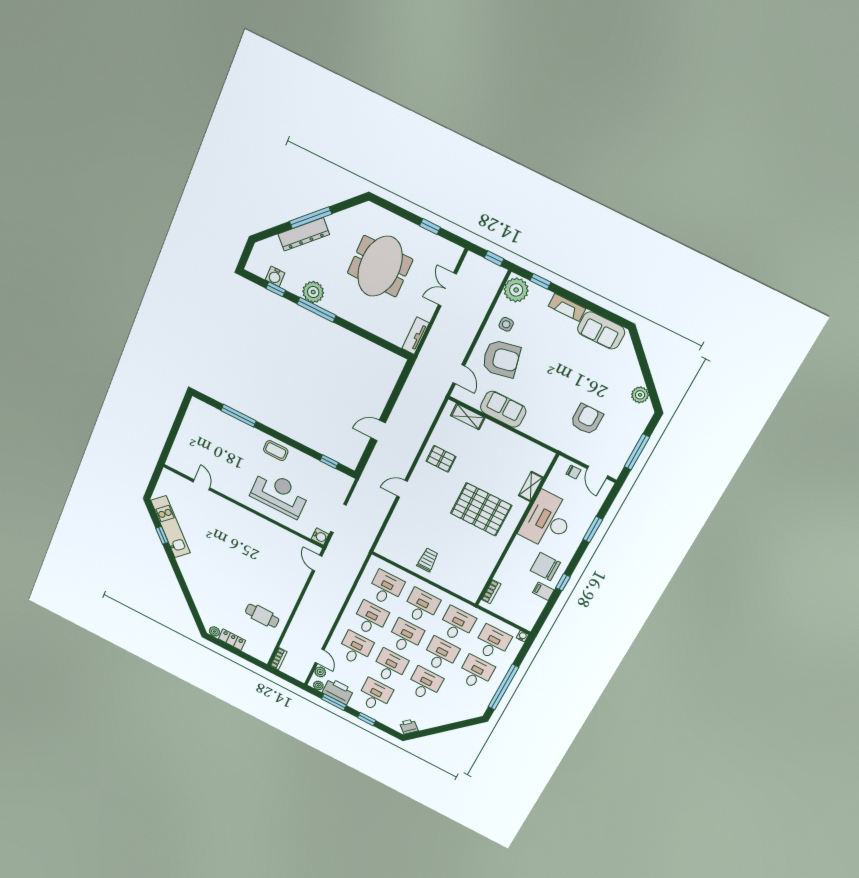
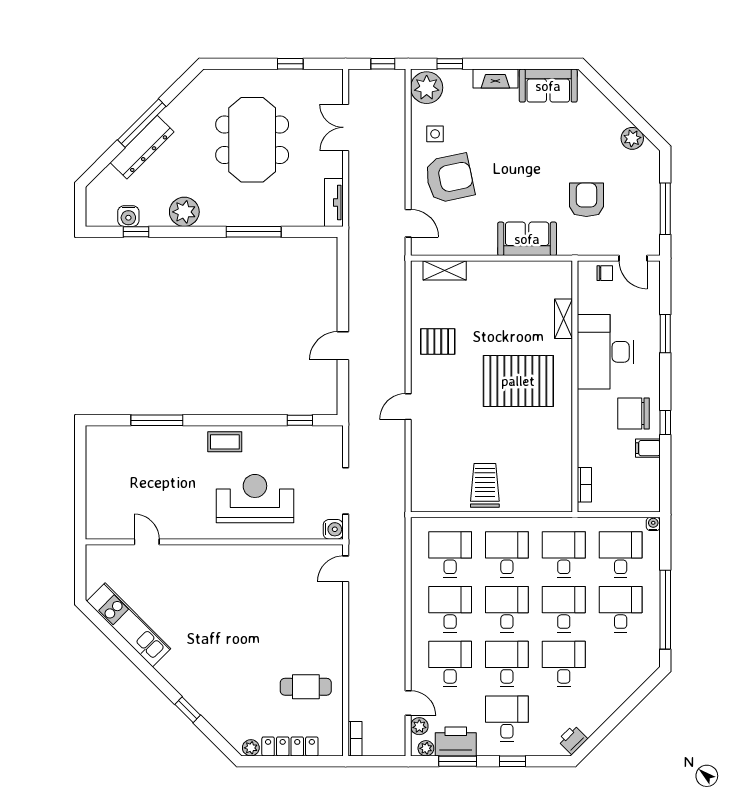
window: (316, 310) -> (254, 232), moved
sofa: (503, 409) -> (527, 239), moved
window: (162, 535) -> (188, 710), moved
trolley: (428, 560) -> (485, 485), width x1.36, depth x1.39
door: (317, 563) -> (346, 569), hinge flipped
locker: (232, 640) -> (290, 746), width x1.53

